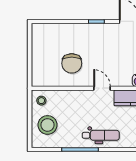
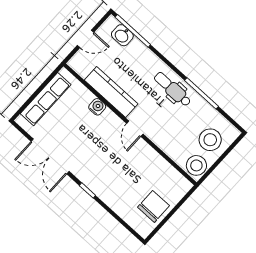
chair: (72, 63) -> (154, 206), moved
stool: (41, 101) -> (196, 165), width x1.89, depth x1.89

